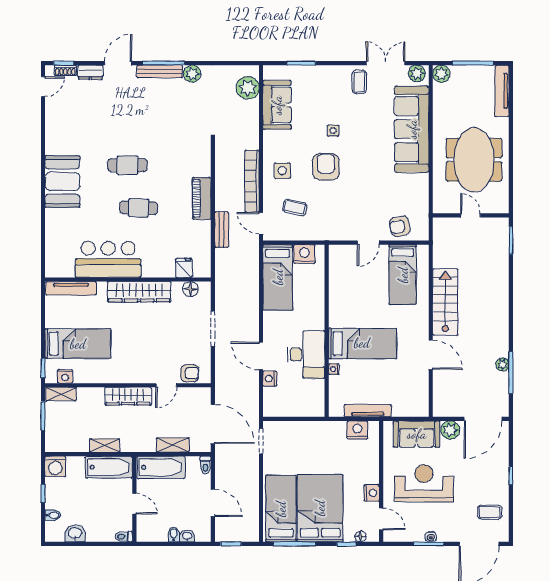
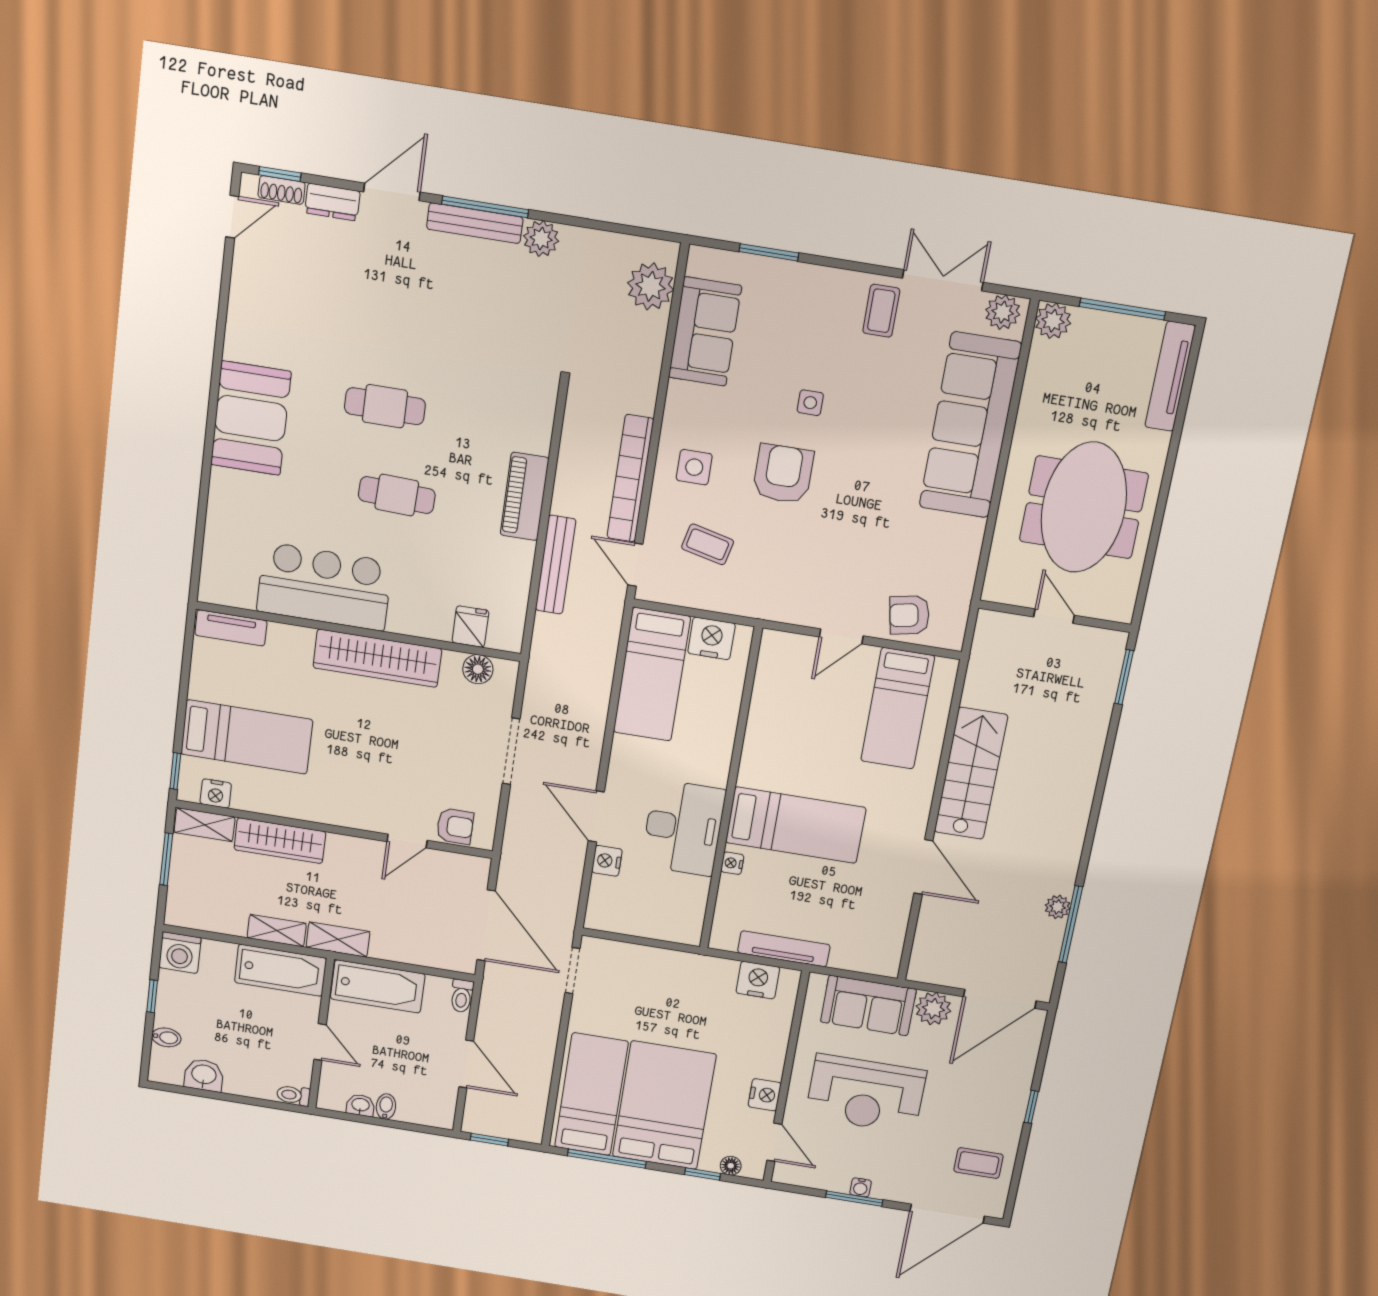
bench: (222, 230) -> (556, 565), width x1.36
tv unit: (71, 288) -> (231, 628), width x0.71
wardrobe: (128, 396) -> (280, 841), moved
shelving: (173, 445) -> (338, 940), moved
reception desk: (424, 483) -> (866, 1094), turned 180
washbasin: (187, 536) -> (360, 1105), moved

